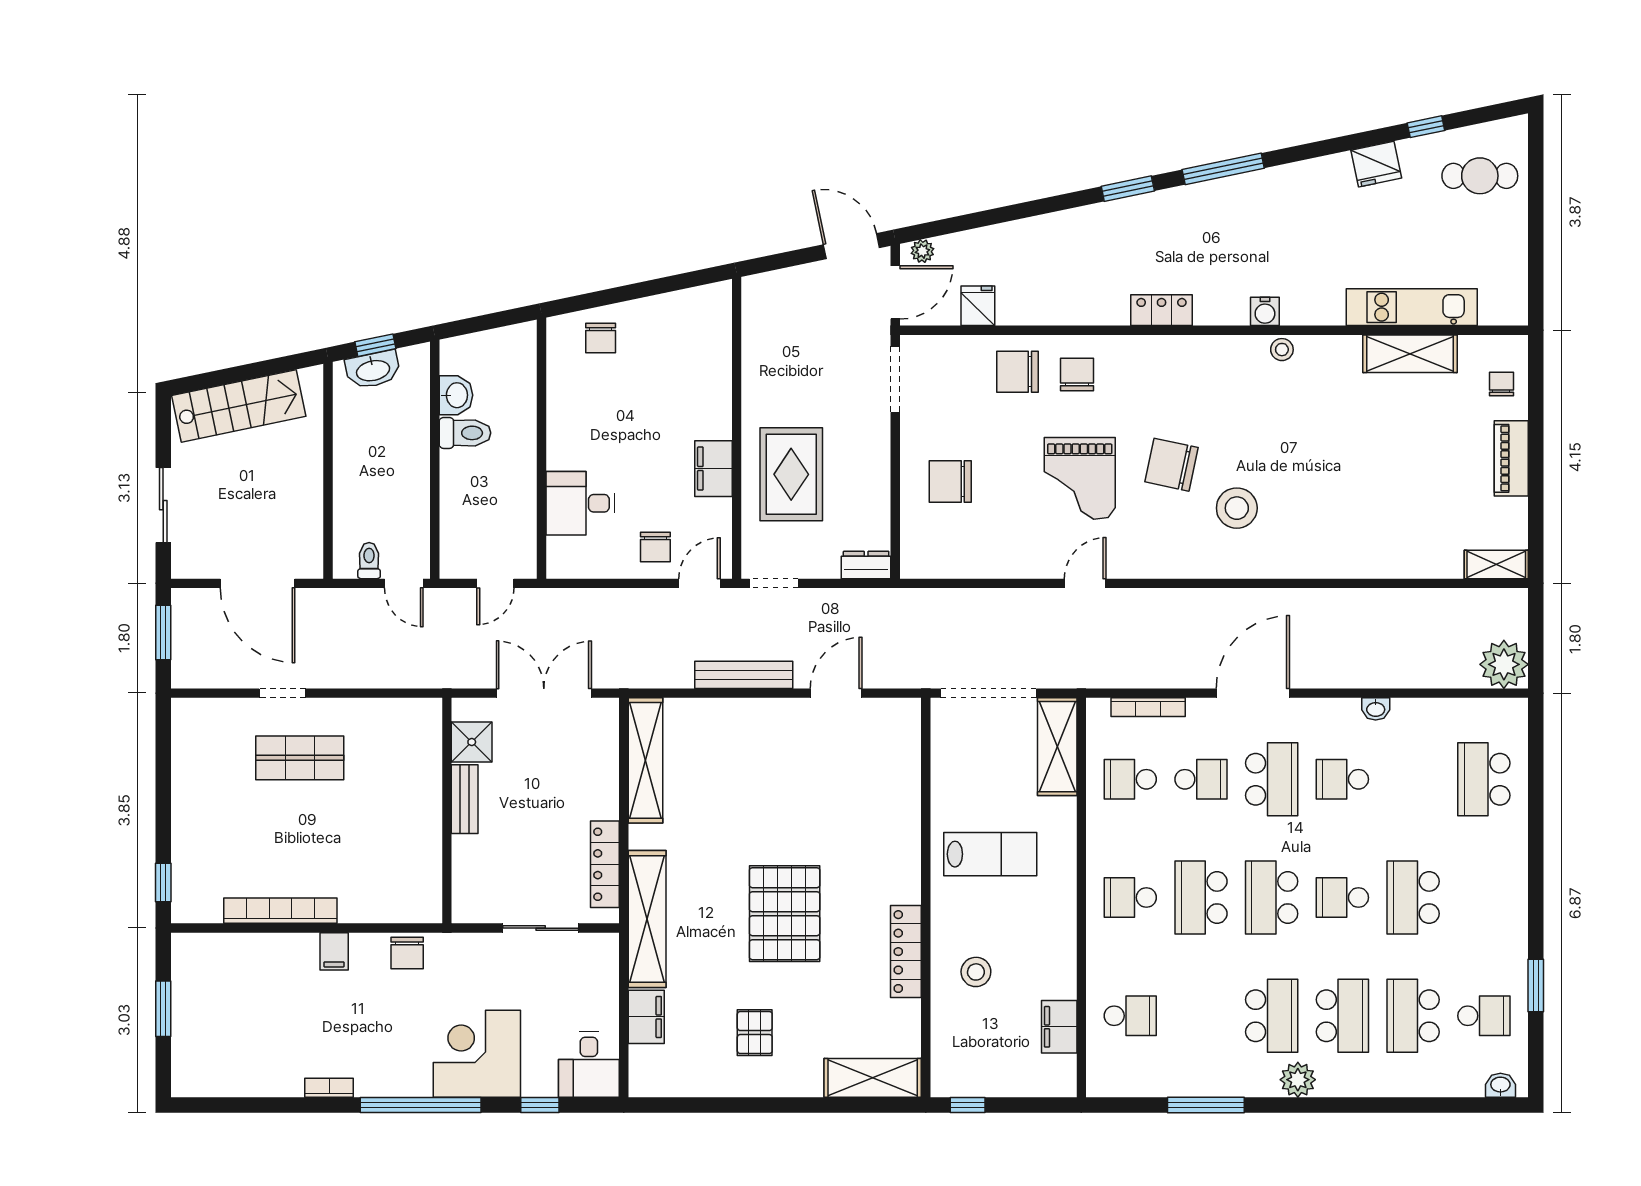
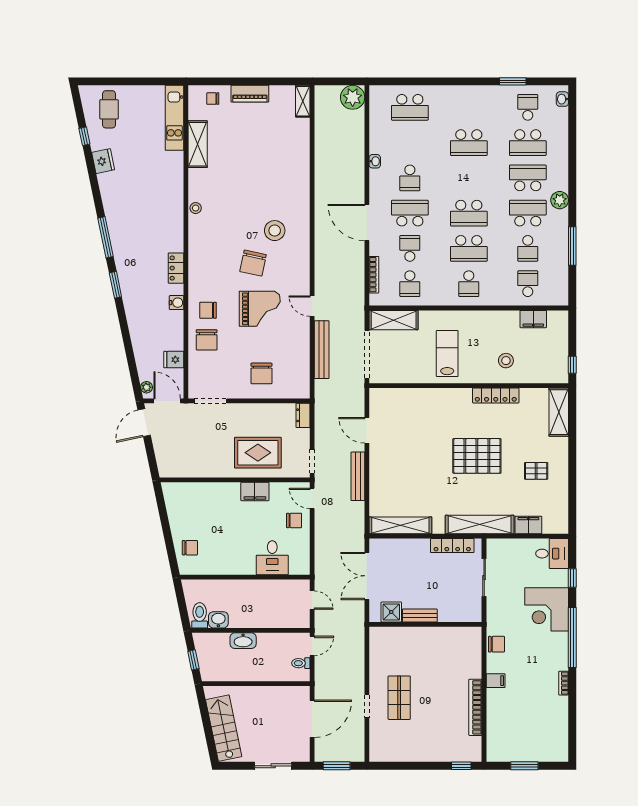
kitchen unit: (1412, 307) -> (174, 118), moved
water cooler: (1265, 311) -> (177, 303), moved
washbasin: (373, 370) -> (243, 641), moved, turned 102
toilet: (465, 433) -> (200, 615), moved
bench: (998, 602) -> (322, 350), added
school desk: (1342, 898) -> (528, 248), moved

